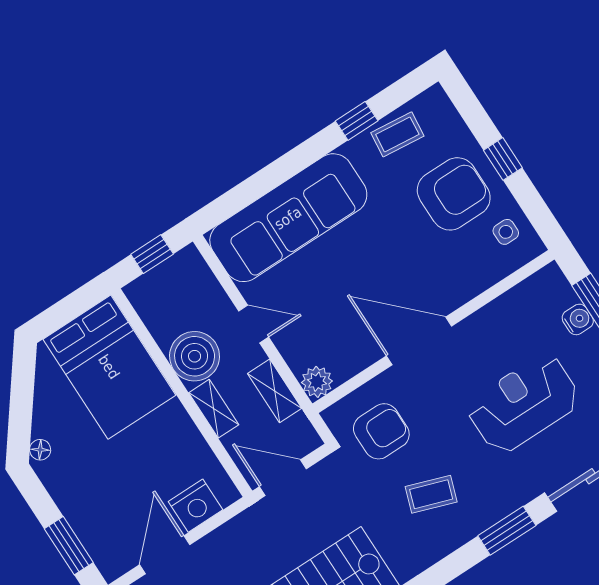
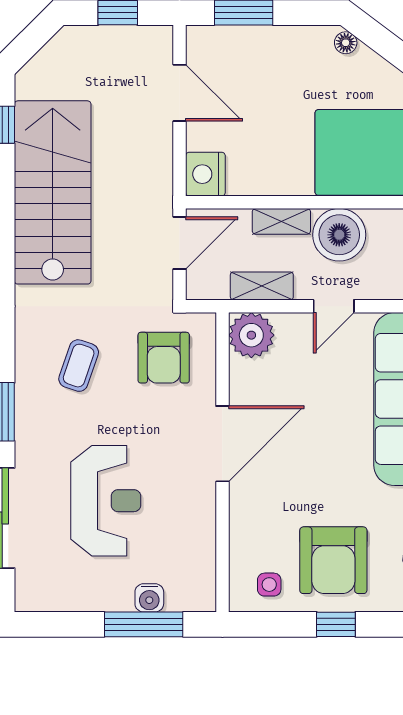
plant: (317, 382) -> (251, 335), width x1.36, depth x1.36
nightstand: (196, 506) -> (205, 174), moved

